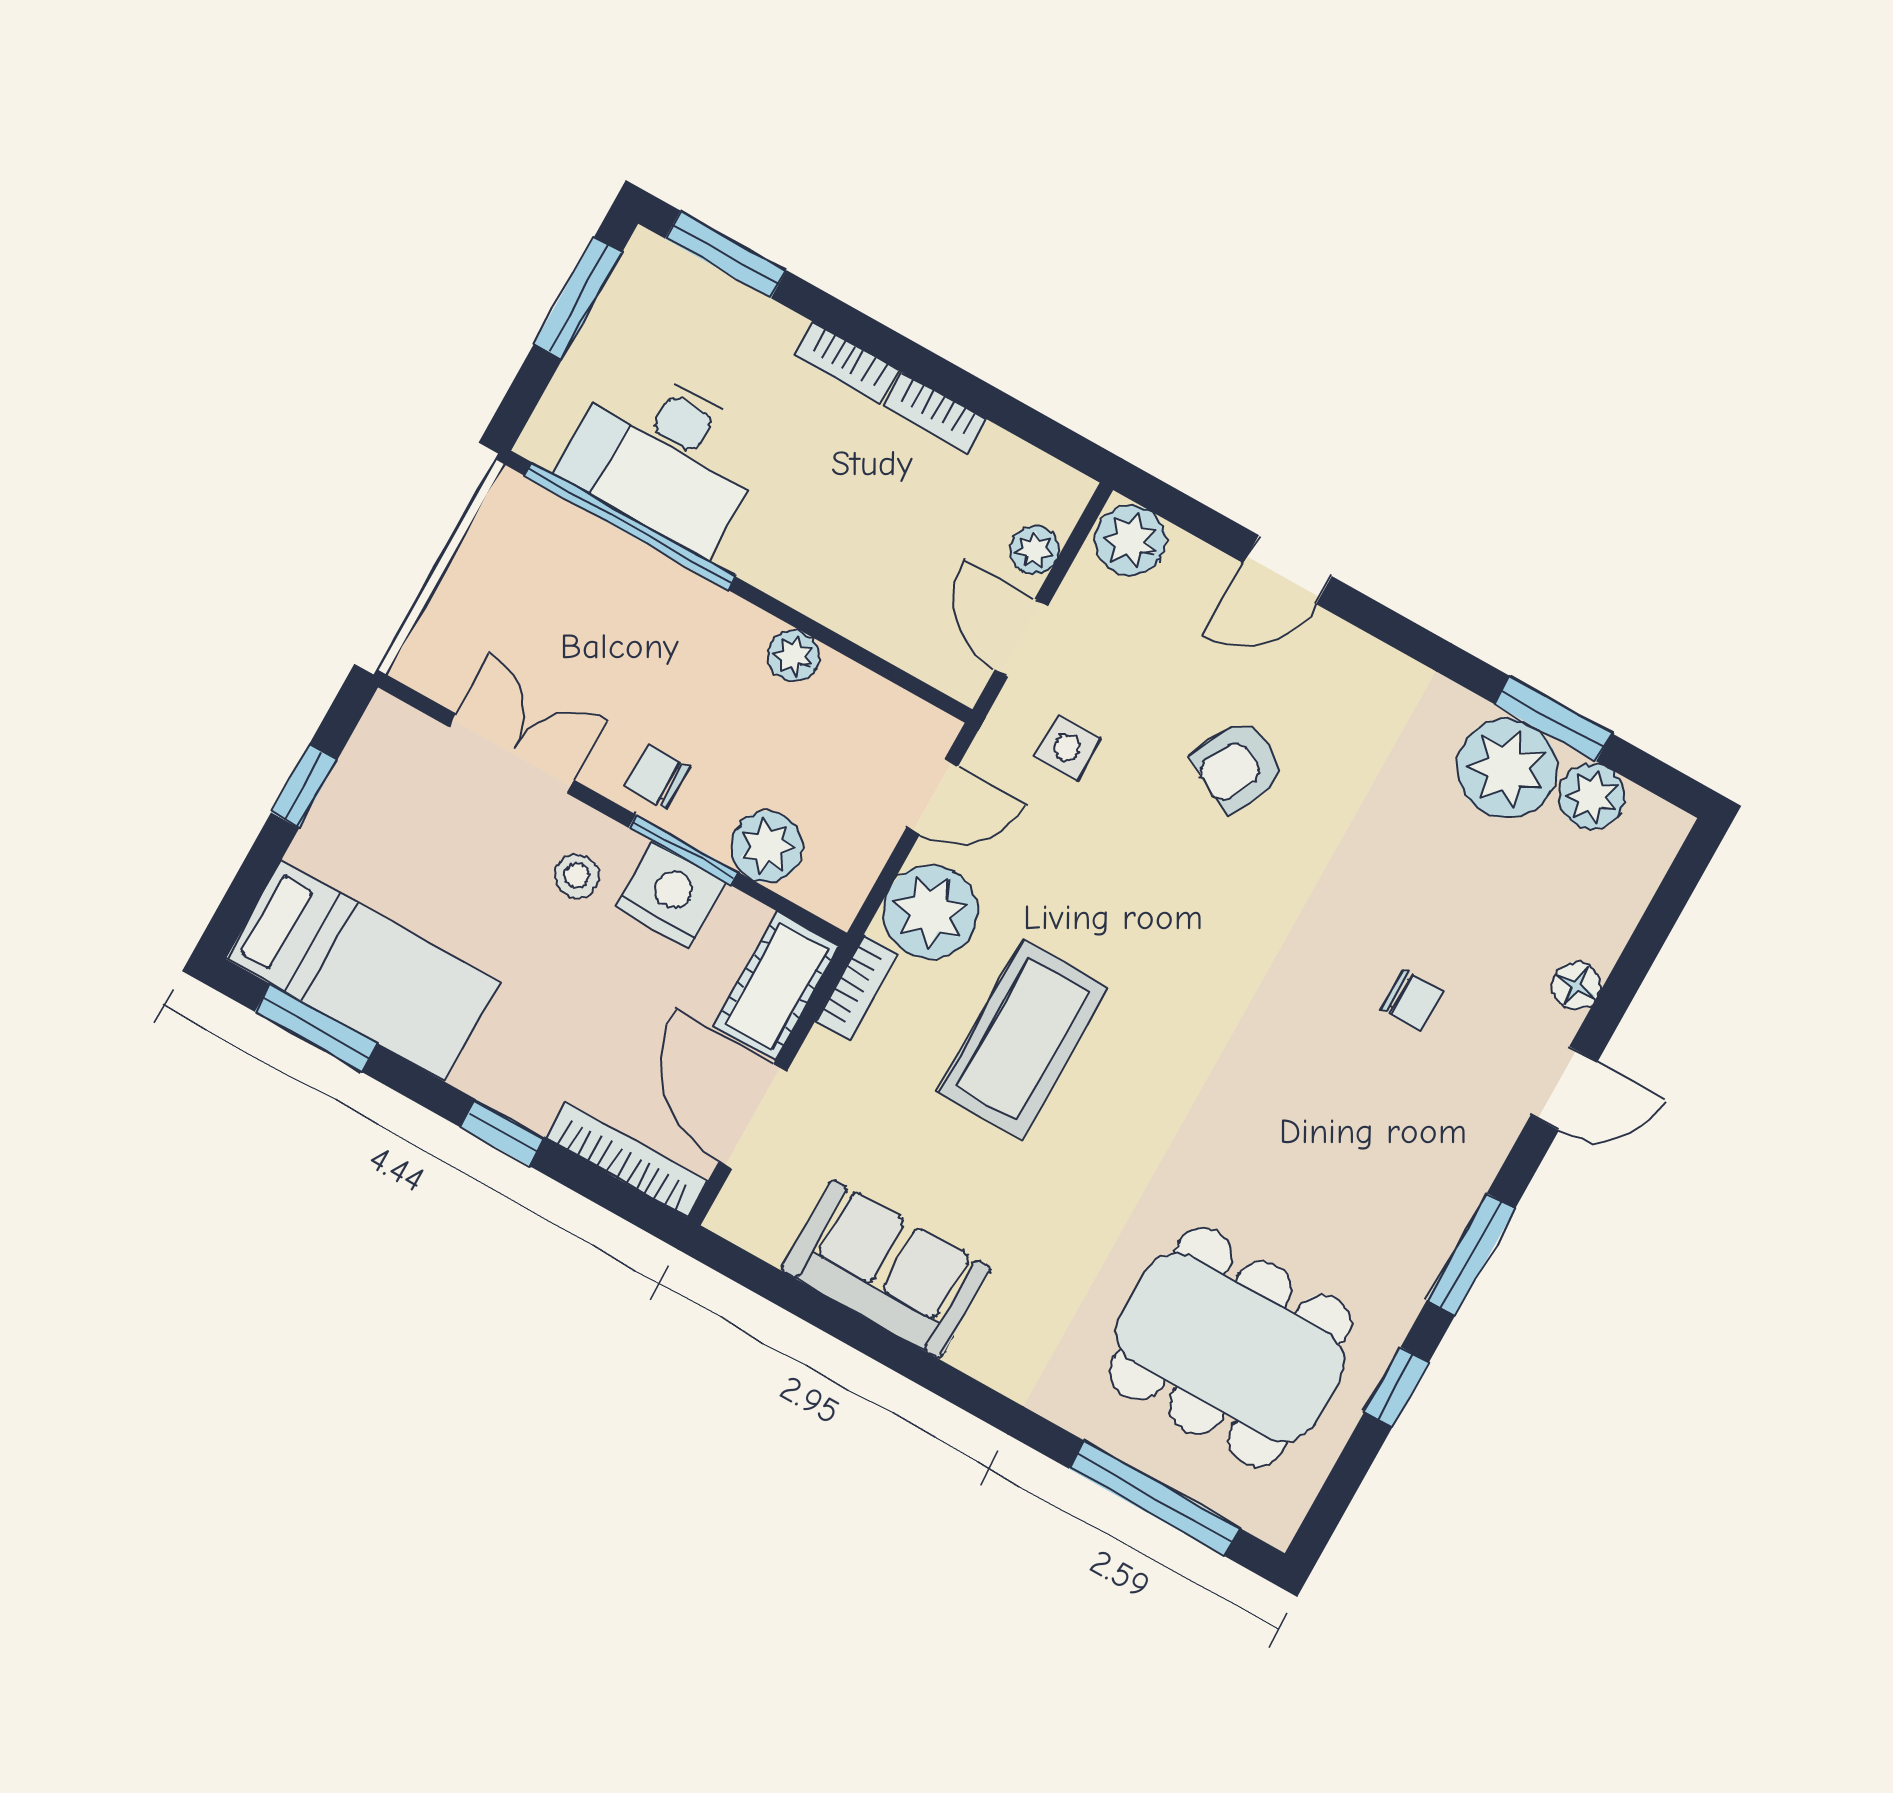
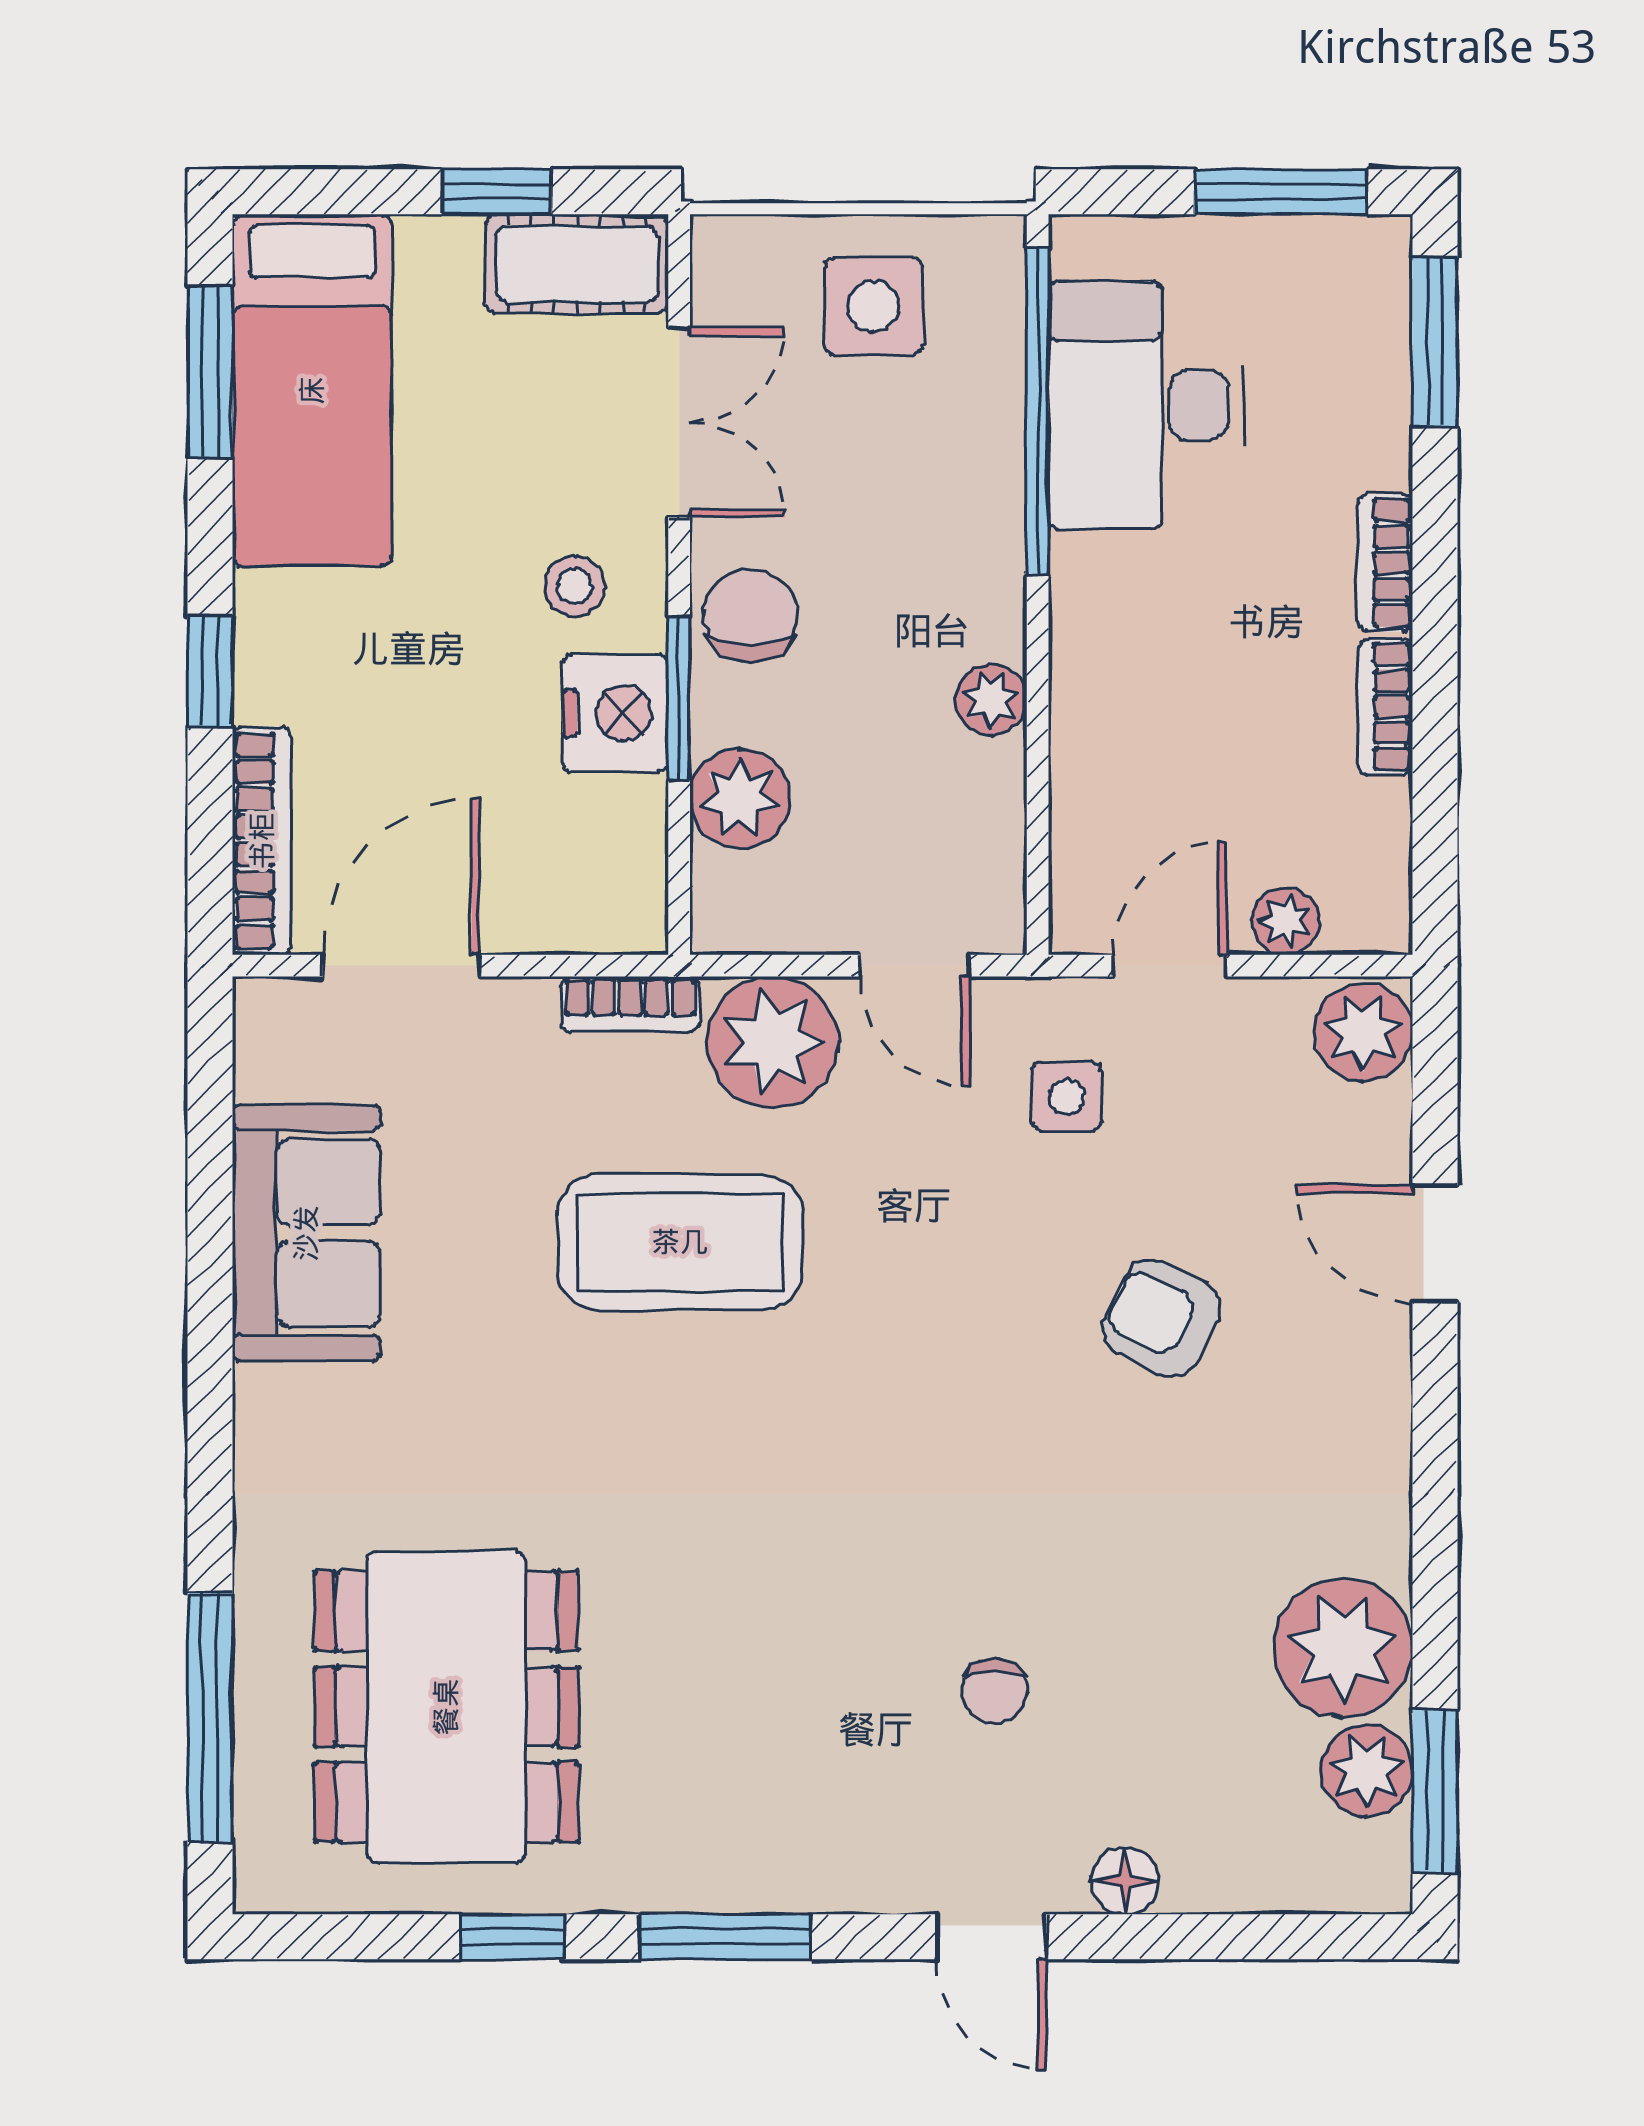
side table: (507, 592) -> (873, 306), added
window: (1553, 719) -> (1435, 1791), moved
chair: (657, 777) -> (750, 616), width x1.37, depth x1.37
cot: (777, 986) -> (577, 264), moved

